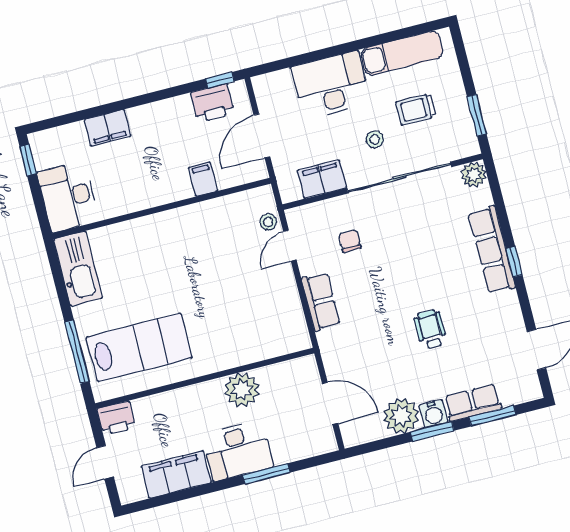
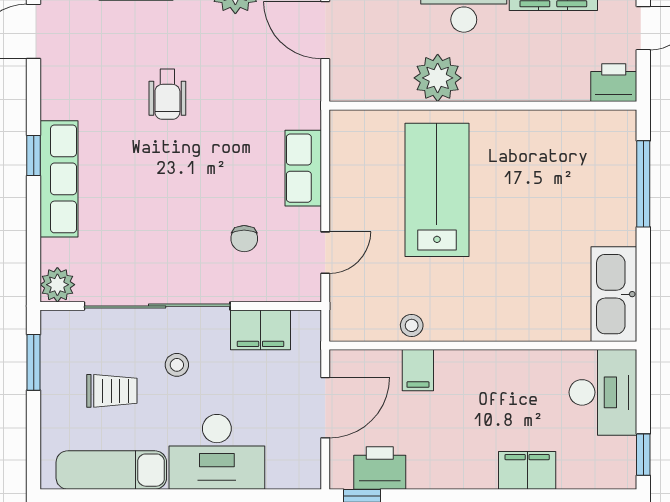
stool: (268, 222) -> (412, 325), moved
lab bench: (139, 347) -> (437, 190), moved, turned 90

